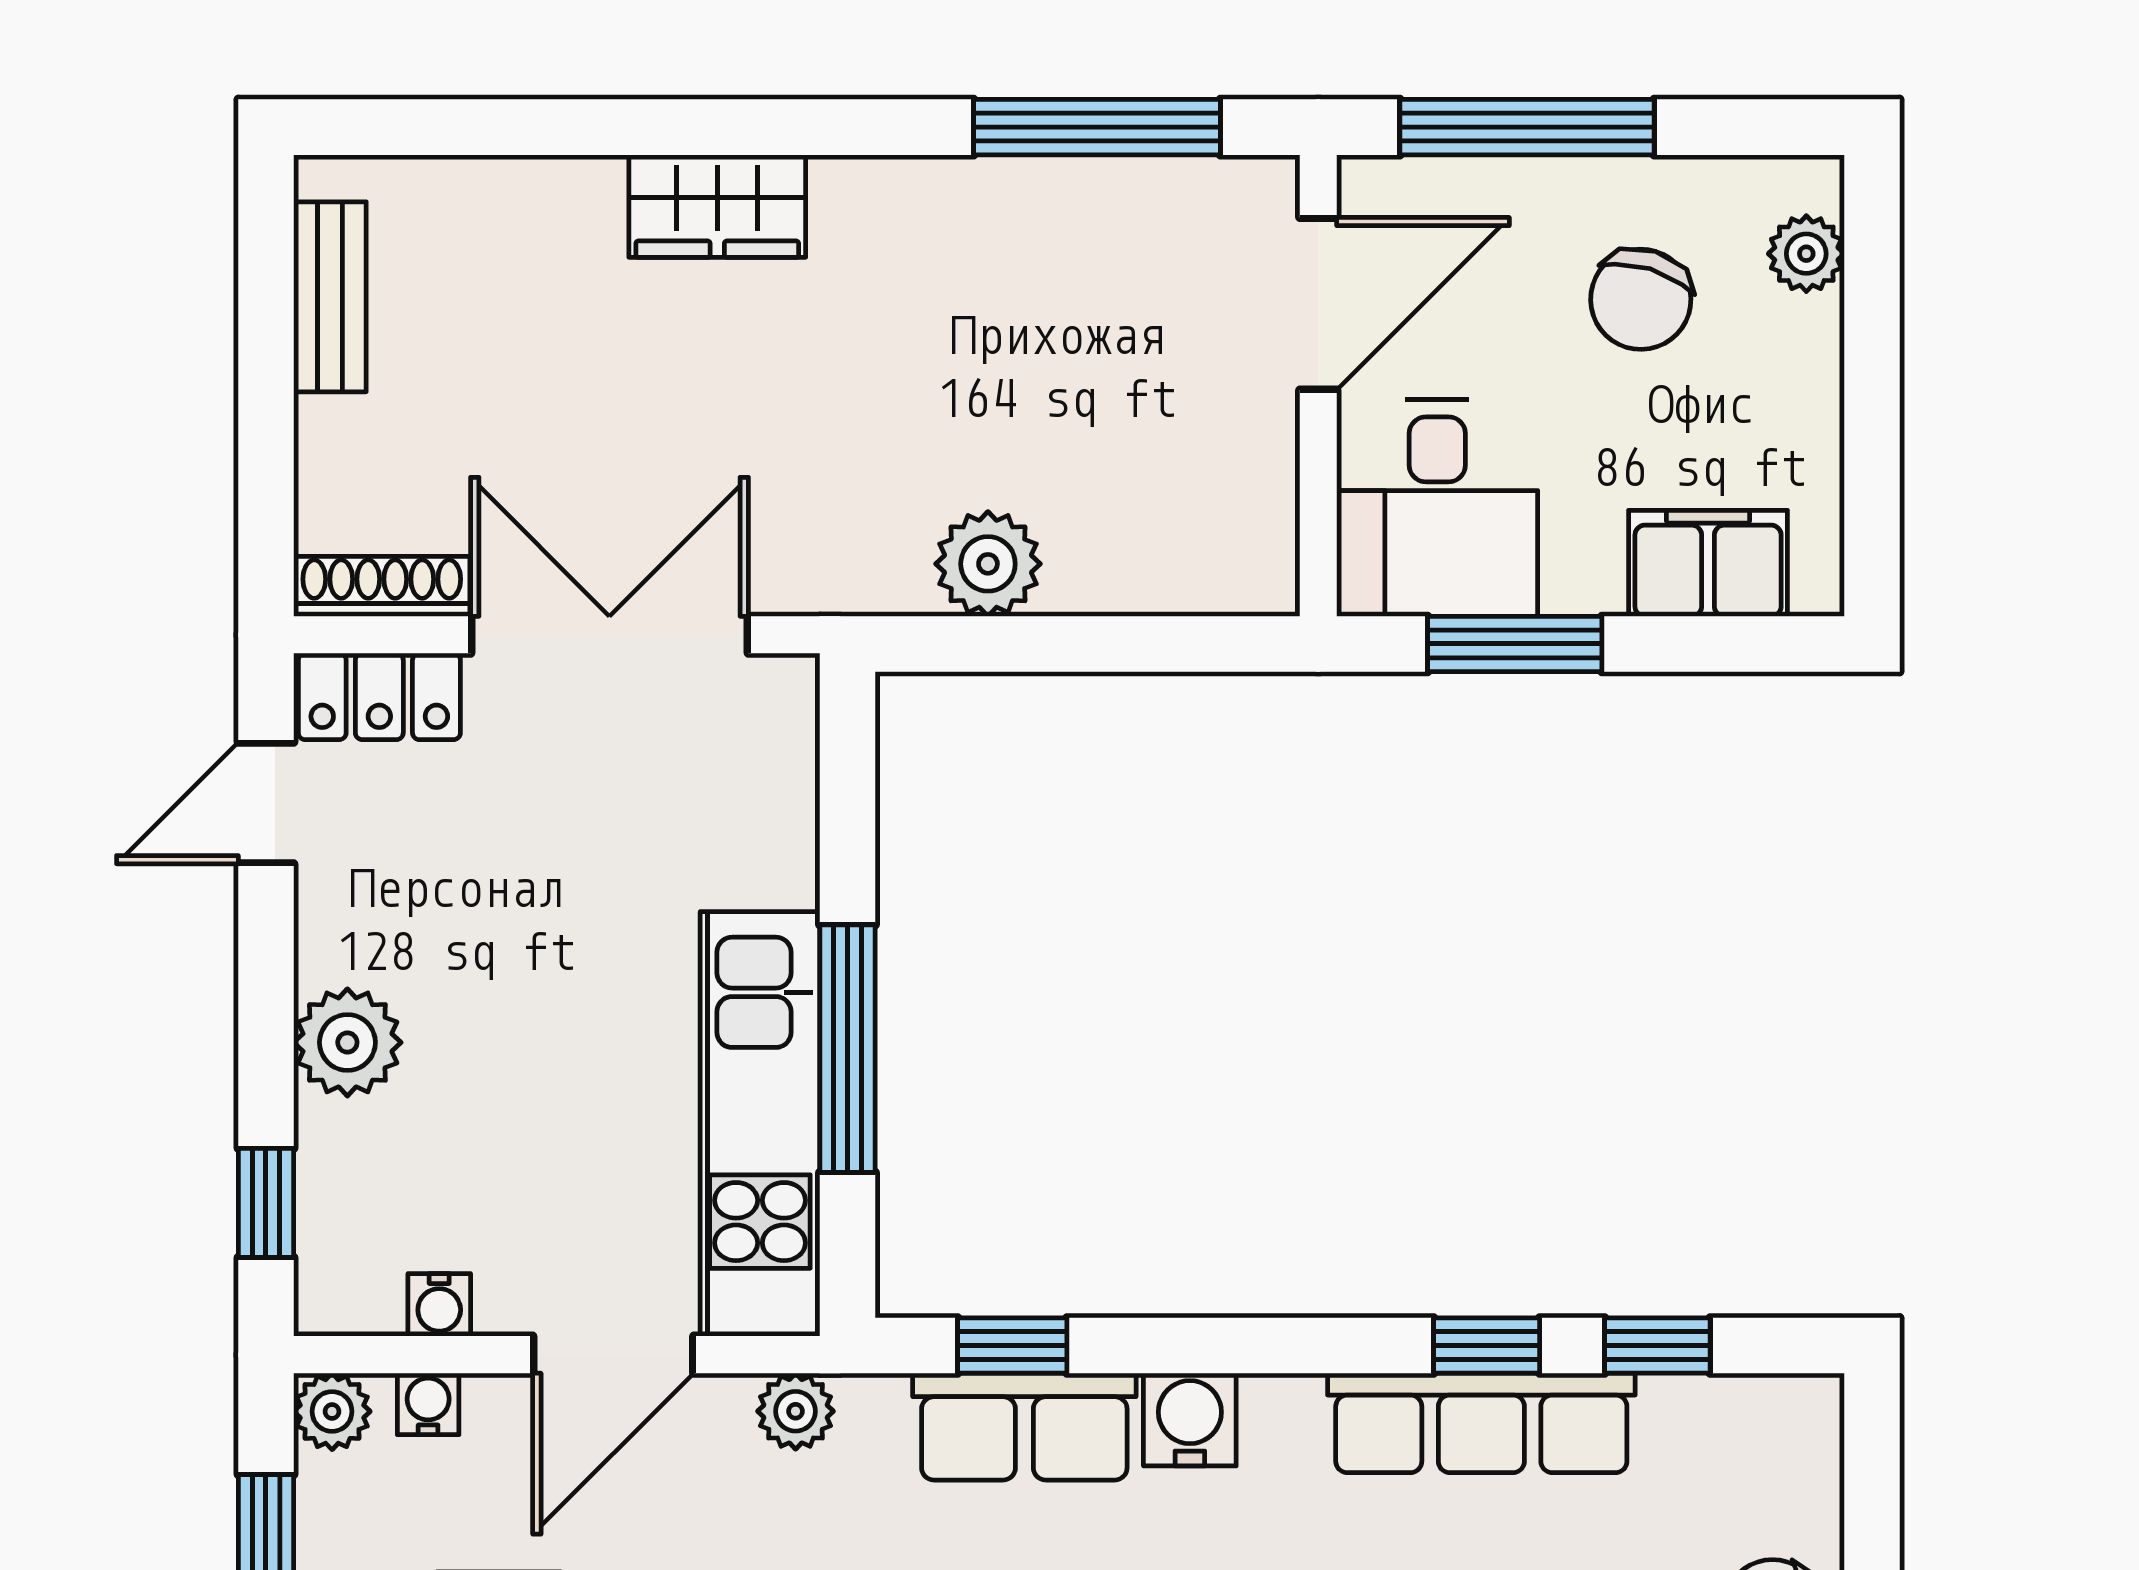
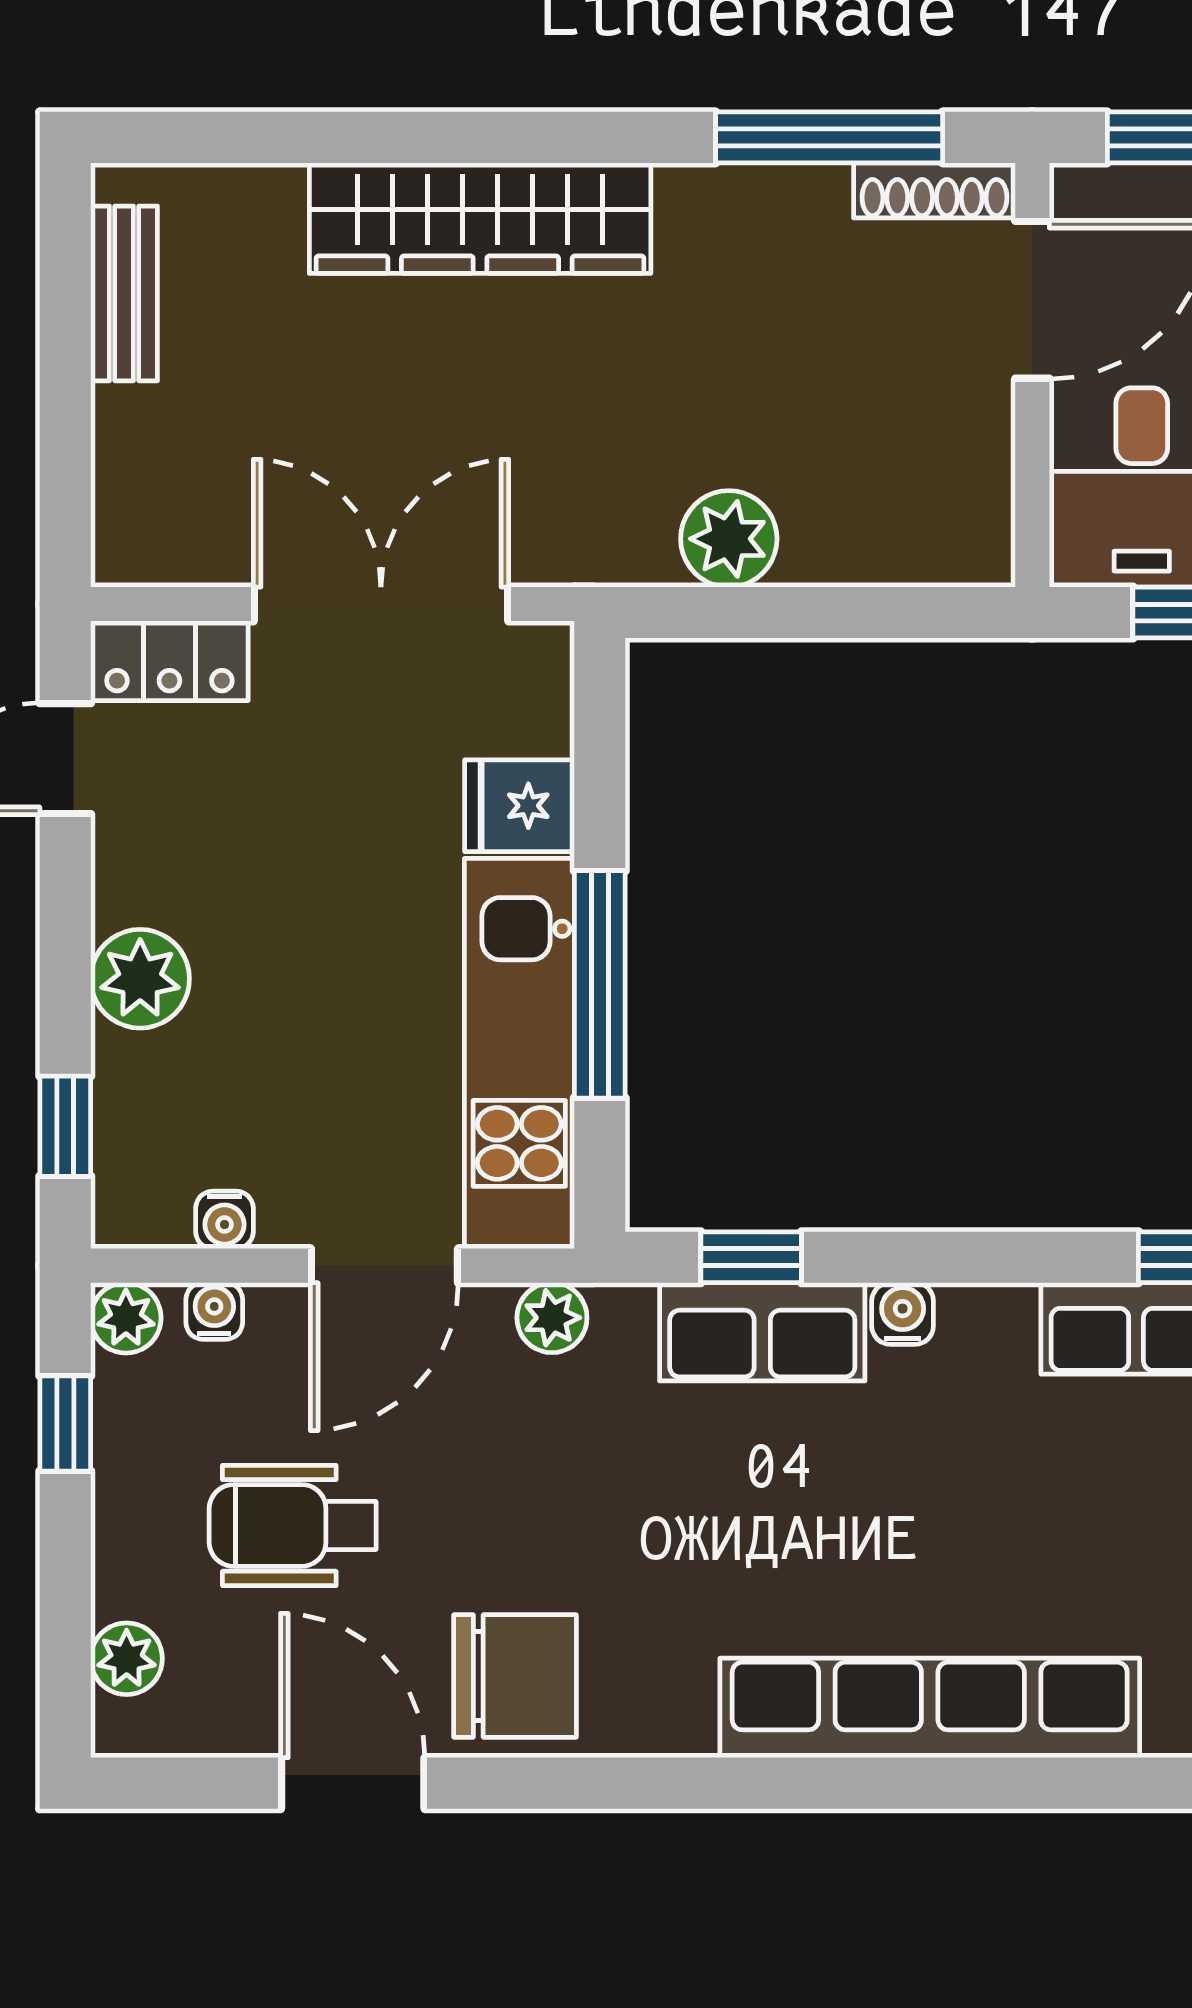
wardrobe: (717, 206) -> (480, 218), width x2.10, depth x1.17
shoe rack: (382, 586) -> (934, 190), moved, turned 180
fridge: (760, 854) -> (519, 806), added
water cooler: (1190, 1420) -> (903, 1314), width x0.72, depth x0.72

